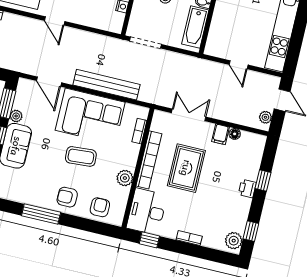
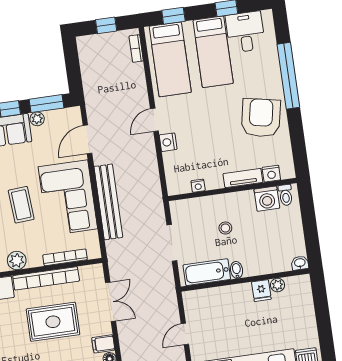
nightstand: (77, 17) -> (168, 142), added
doorway: (145, 43) -> (172, 243), moved
bookcase: (139, 131) -> (65, 257), width x1.56

